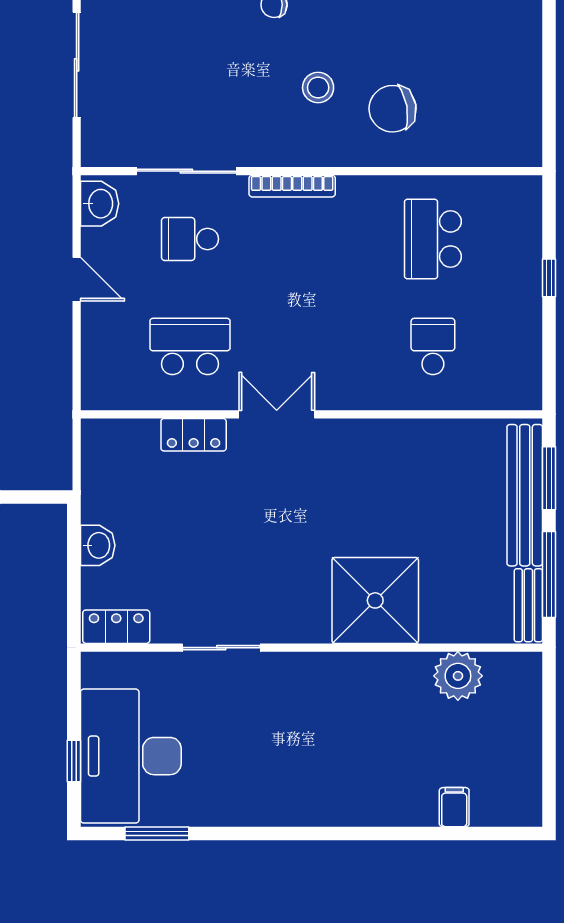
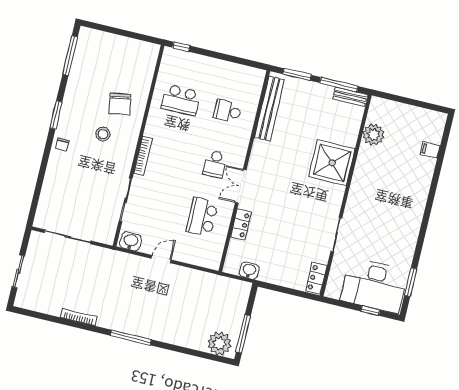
school desk: (190, 239) -> (215, 164), moved
window: (549, 278) -> (181, 47), moved
bench: (525, 495) -> (269, 109), moved, turned 90
washbasin: (98, 545) -> (249, 271), moved

